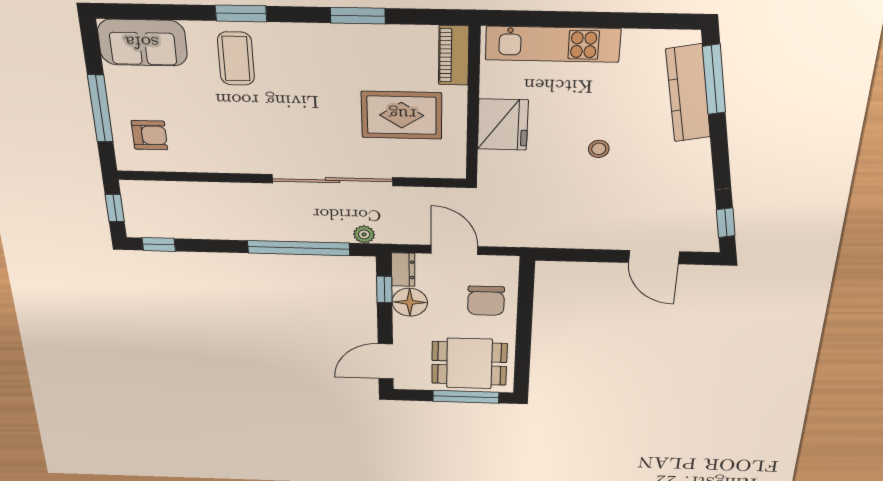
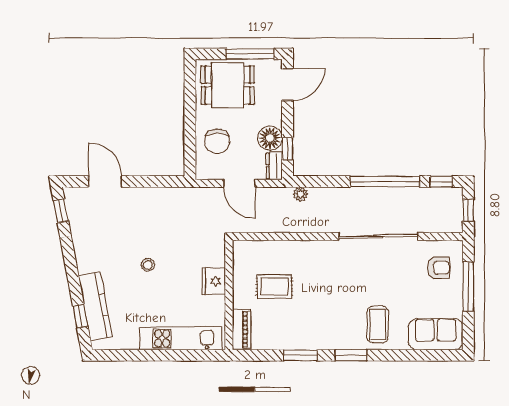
window: (241, 13) -> (351, 355), moved
window: (714, 80) -> (80, 316), width x0.46
rug: (402, 115) -> (274, 286), width x0.73, depth x0.70
fridge: (503, 125) -> (214, 281), width x0.73, depth x0.75
armchair: (149, 135) -> (438, 268), turned 180
sliding door: (332, 180) -> (378, 237), moved
window: (299, 248) -> (385, 182), moved
chair: (486, 301) -> (217, 141), turned 180
window: (466, 397) -> (250, 54), moved

